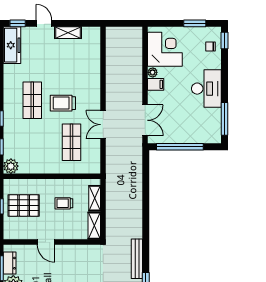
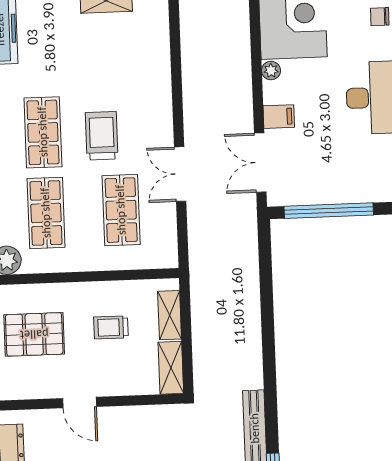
filing cabinet: (156, 84) -> (279, 117), moved
trolley: (63, 103) -> (102, 136), turned 90
double door: (145, 120) -> (260, 163), swing flipped
shop shelf: (32, 142) -> (46, 213), added

